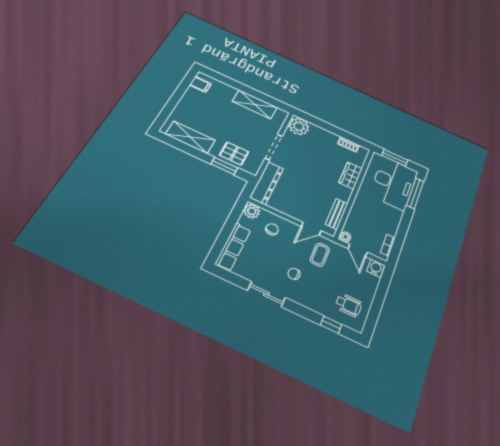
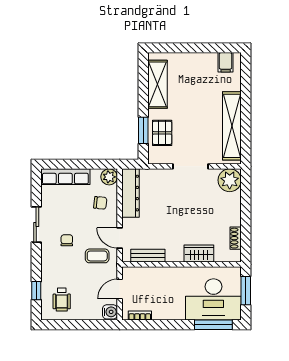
shelving: (255, 104) -> (232, 126), width x1.47
dresser: (267, 183) -> (131, 193), moved, turned -90
plant: (345, 237) -> (128, 273), removed

